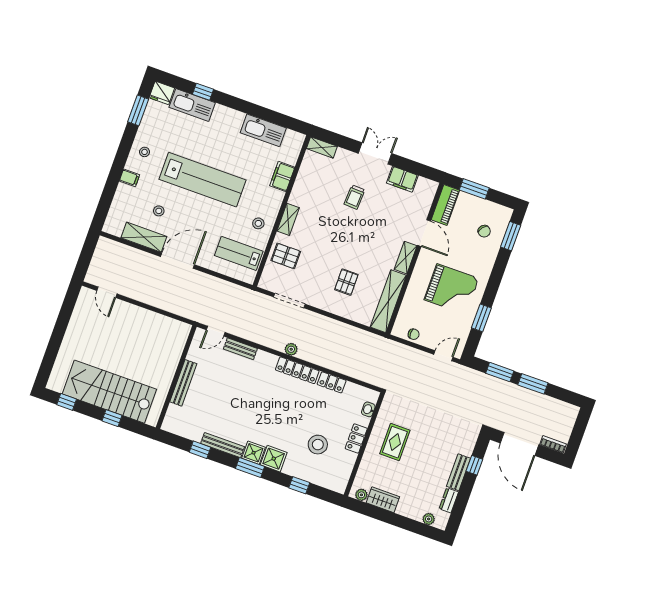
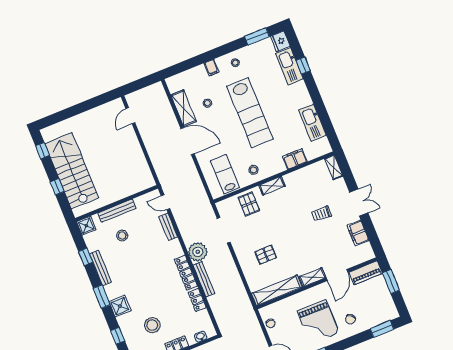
chair: (484, 231) -> (350, 319), moved
plant: (291, 349) -> (198, 252), width x1.87, depth x1.87
bench: (318, 359) -> (204, 279), added
stool: (211, 399) -> (122, 236), added
shower: (254, 453) -> (86, 226), moved

